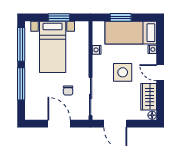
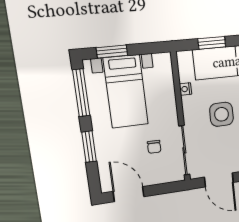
window: (59, 17) -> (112, 52), moved
window: (21, 84) -> (89, 147), width x0.69
door: (59, 124) -> (129, 194), moved

